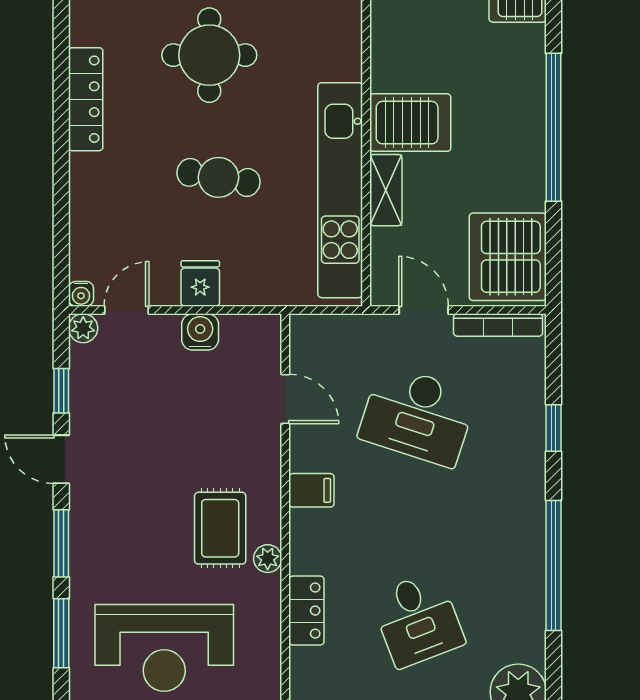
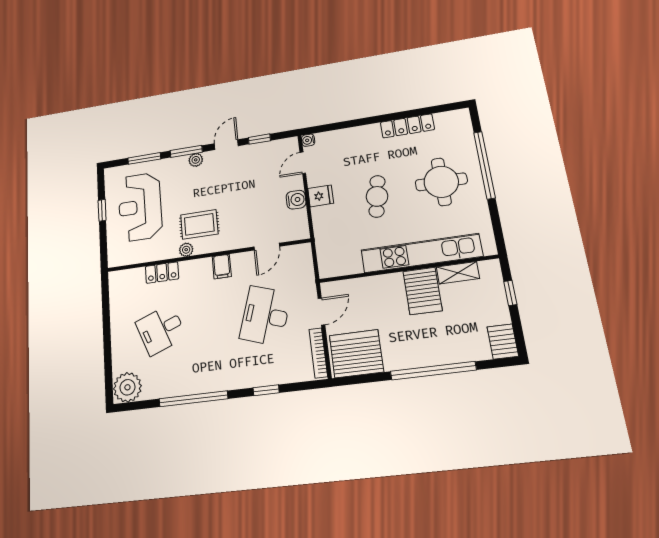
kitchen unit: (340, 190) -> (421, 253), moved
shelving: (386, 190) -> (458, 273), moved
door: (126, 310) -> (303, 163), swing flipped
plant: (83, 328) -> (196, 160), moved

